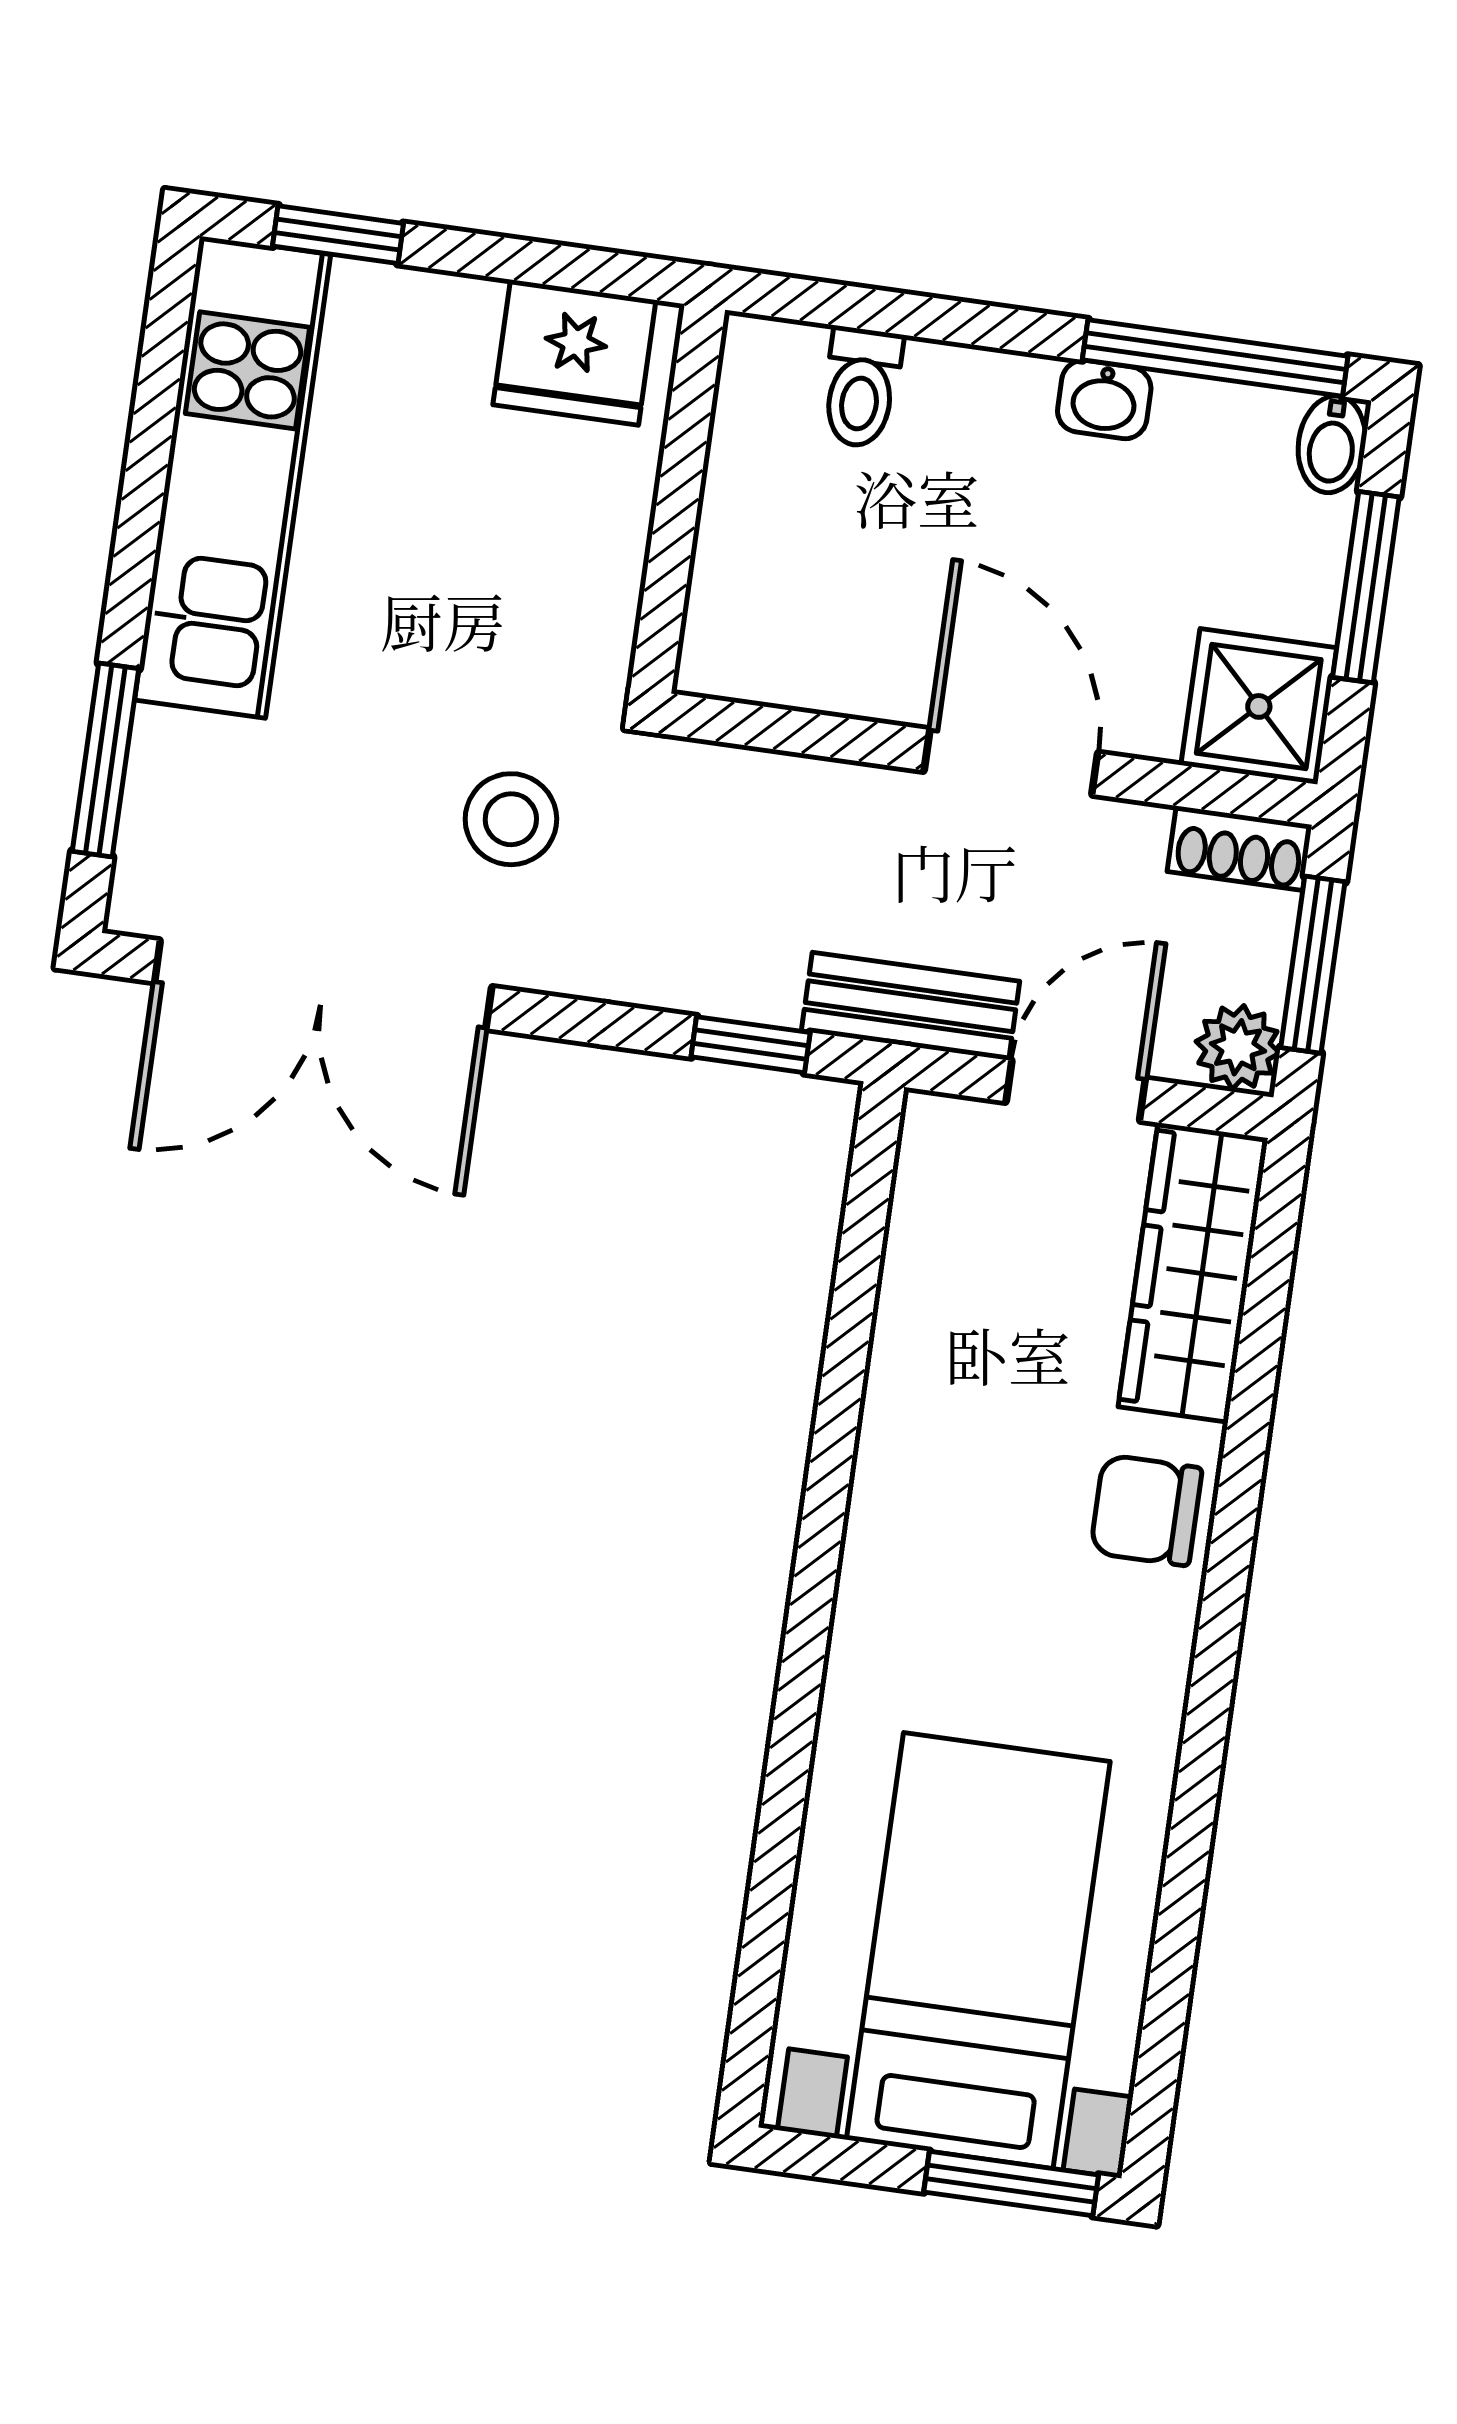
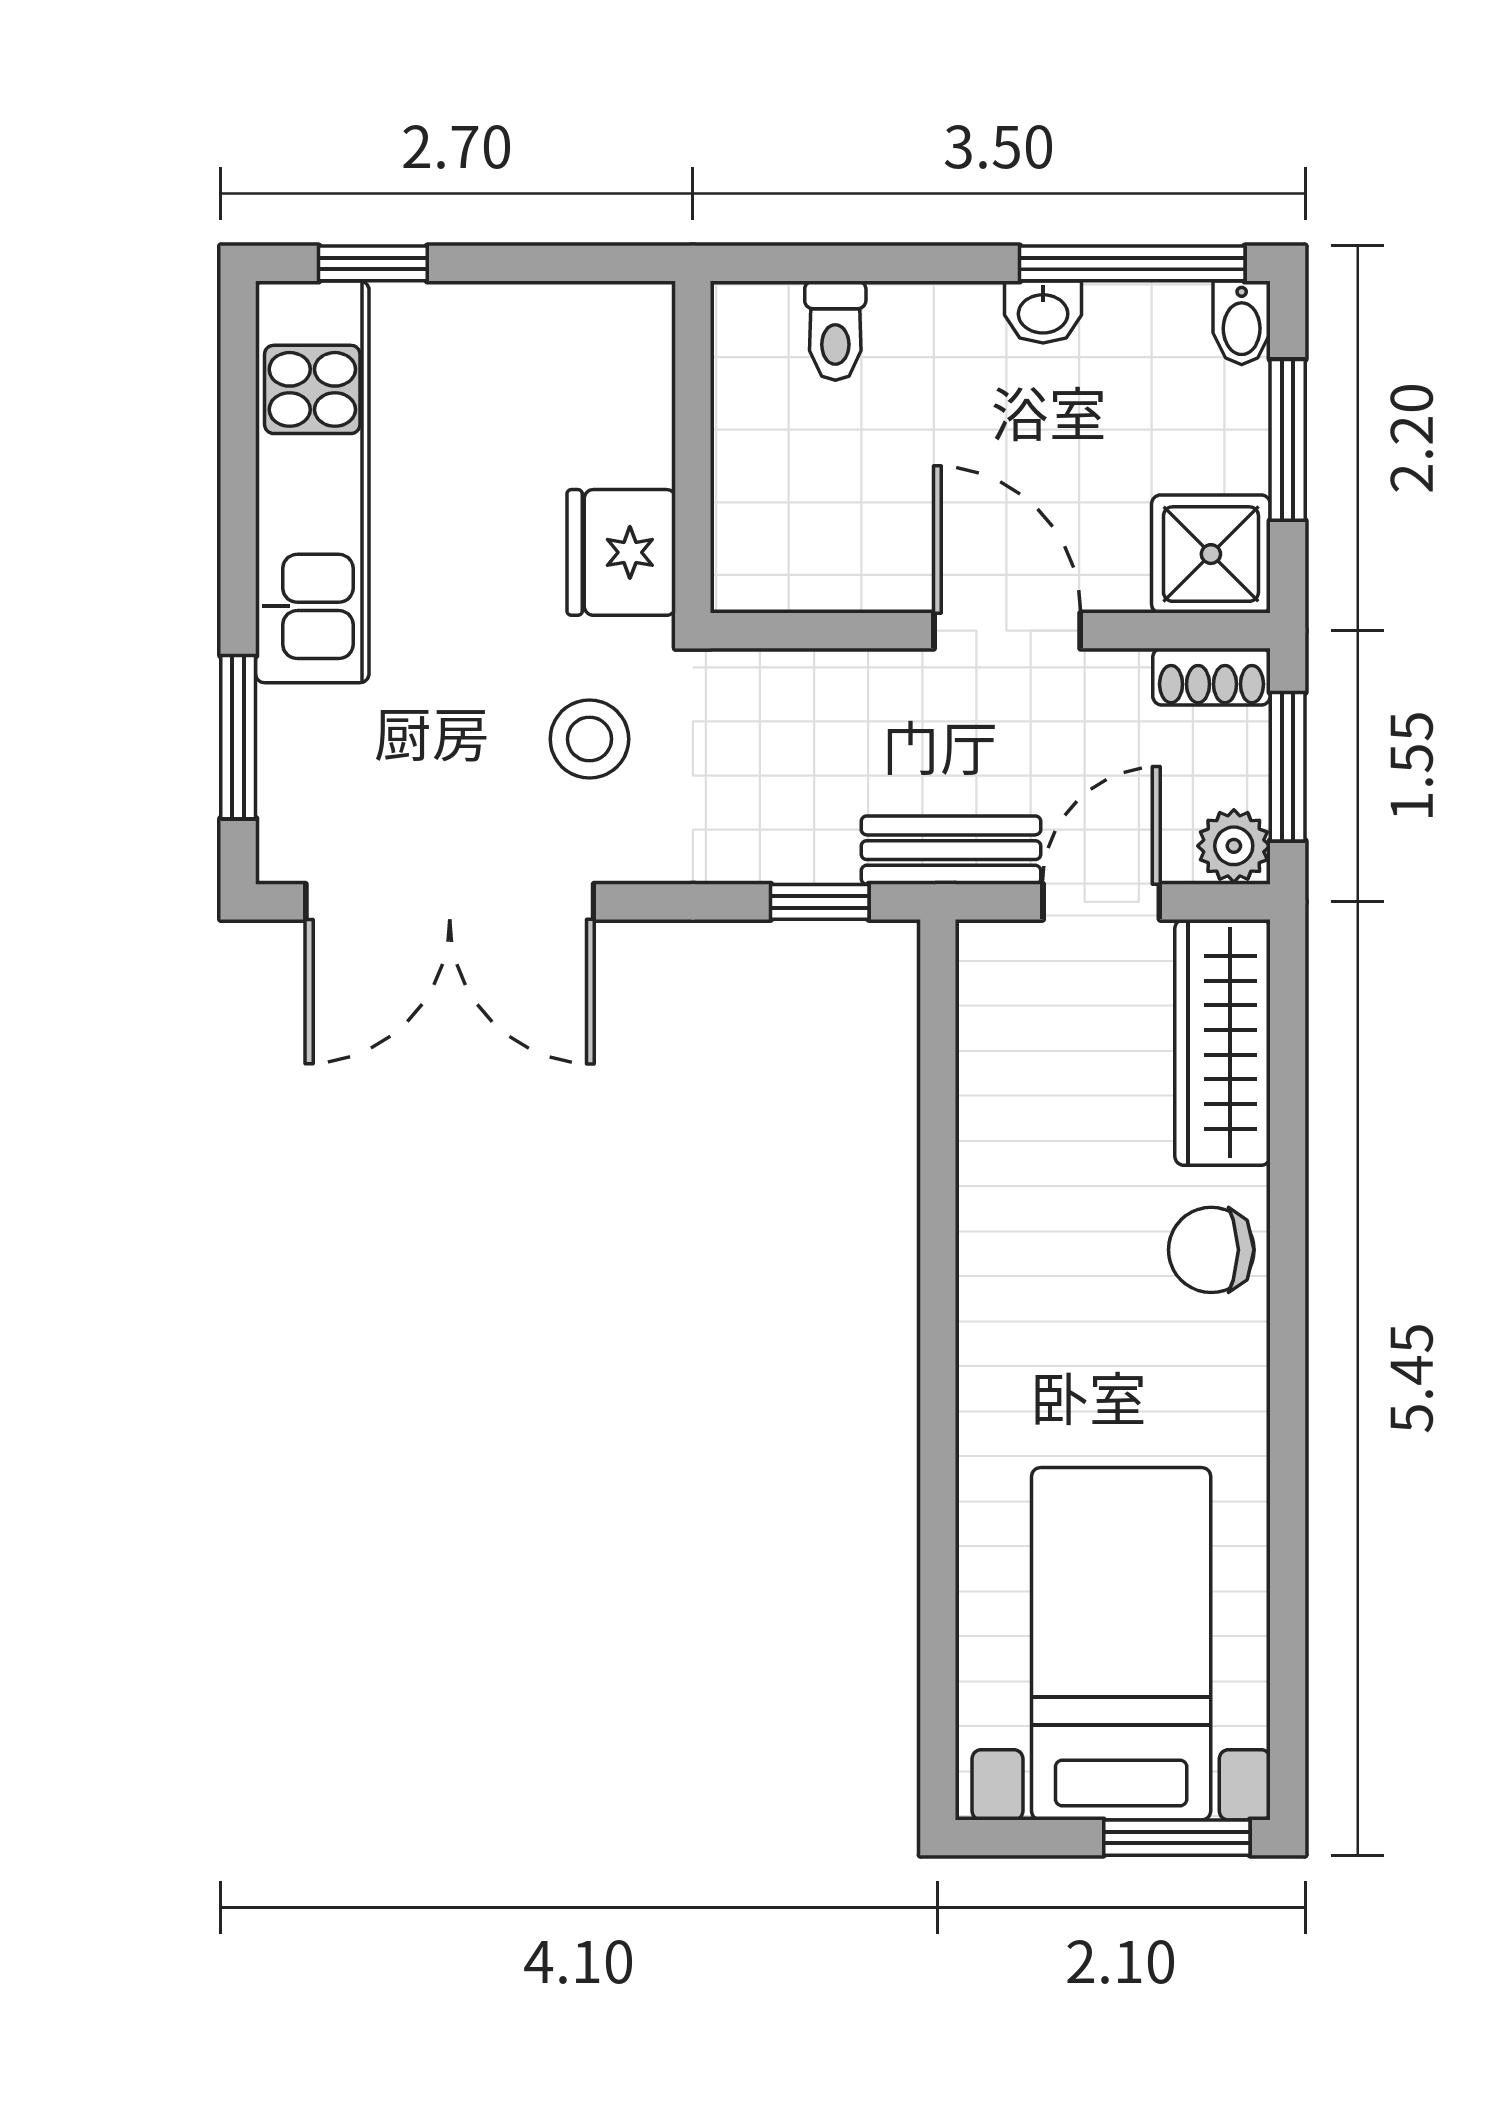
fridge: (574, 352) -> (621, 552), moved, turned 90

